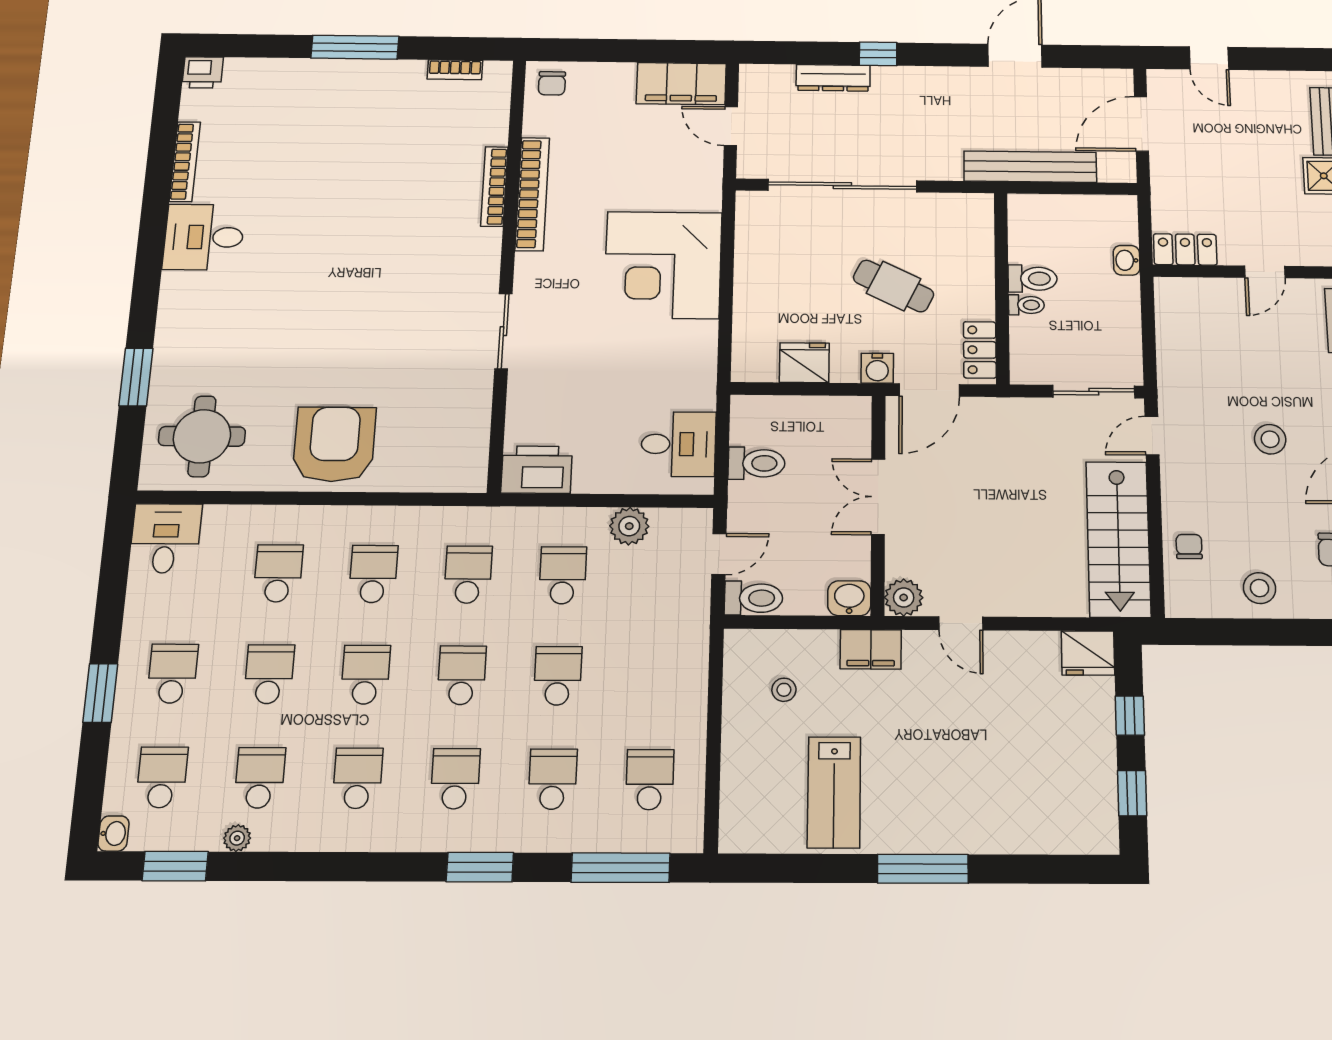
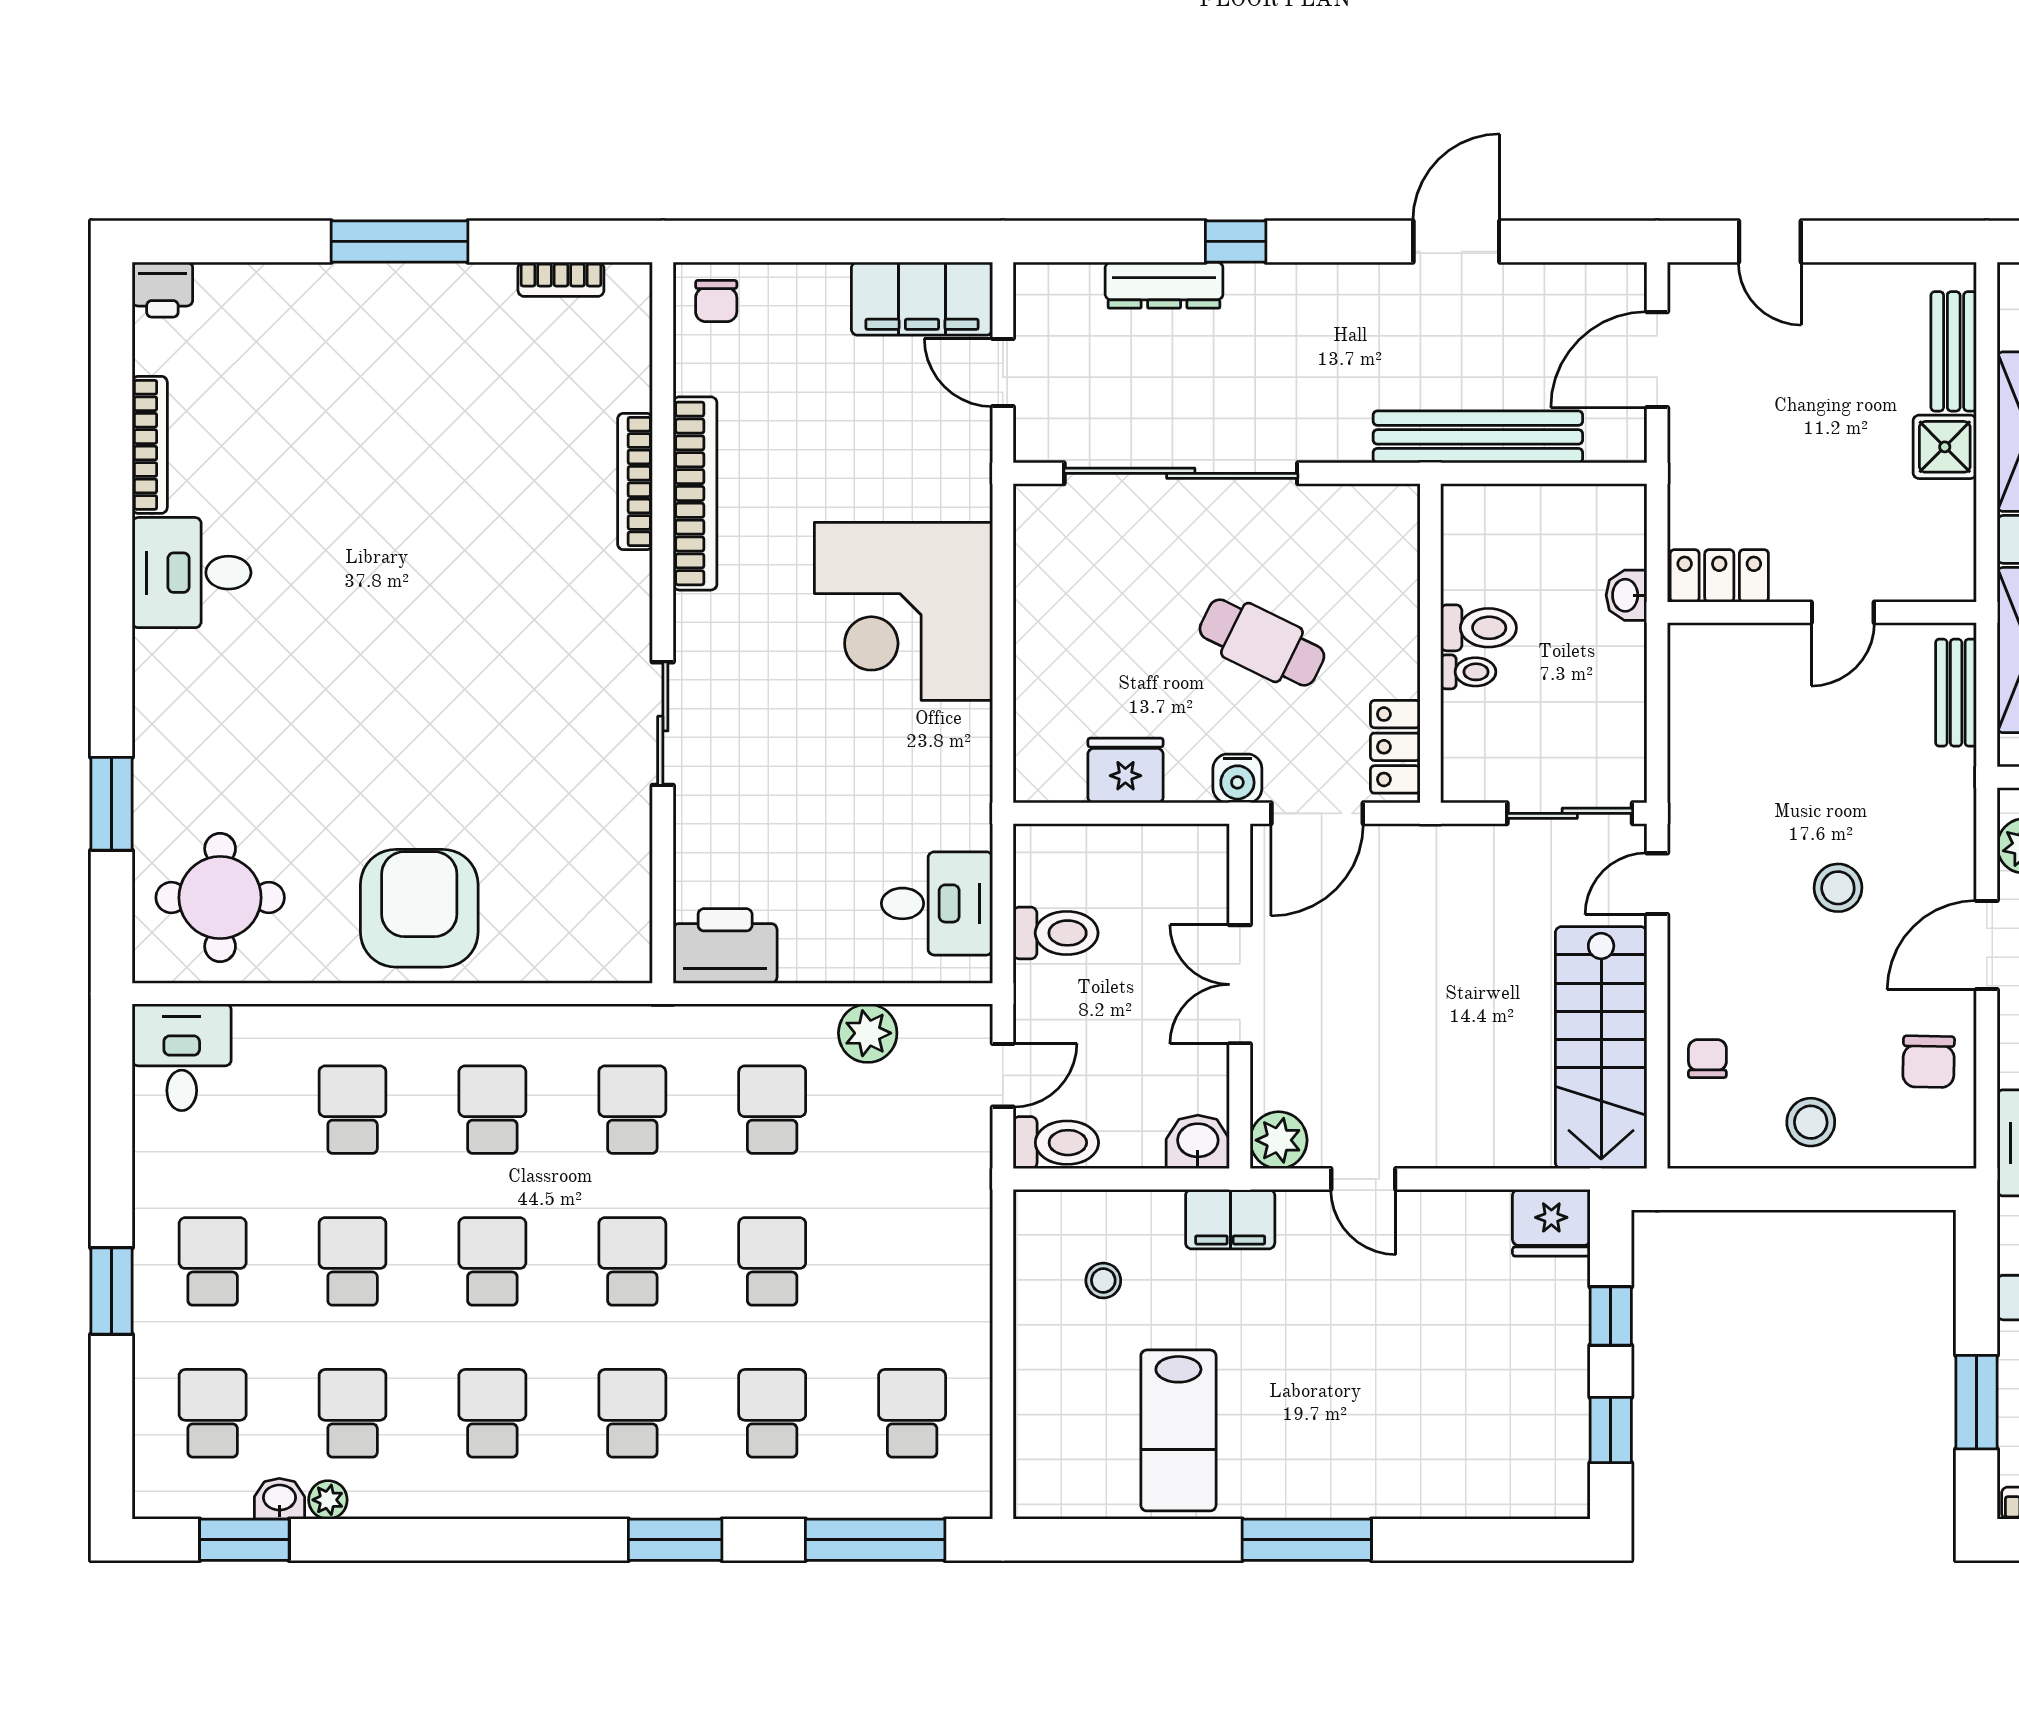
washbasin: (114, 833) -> (279, 1499), moved, turned -90

